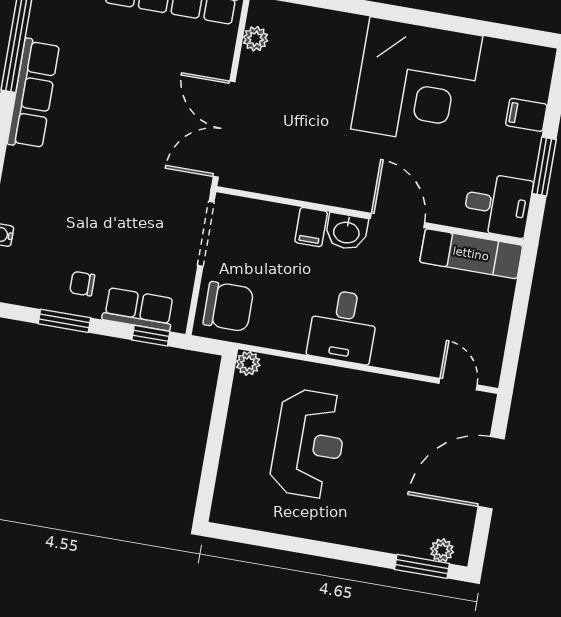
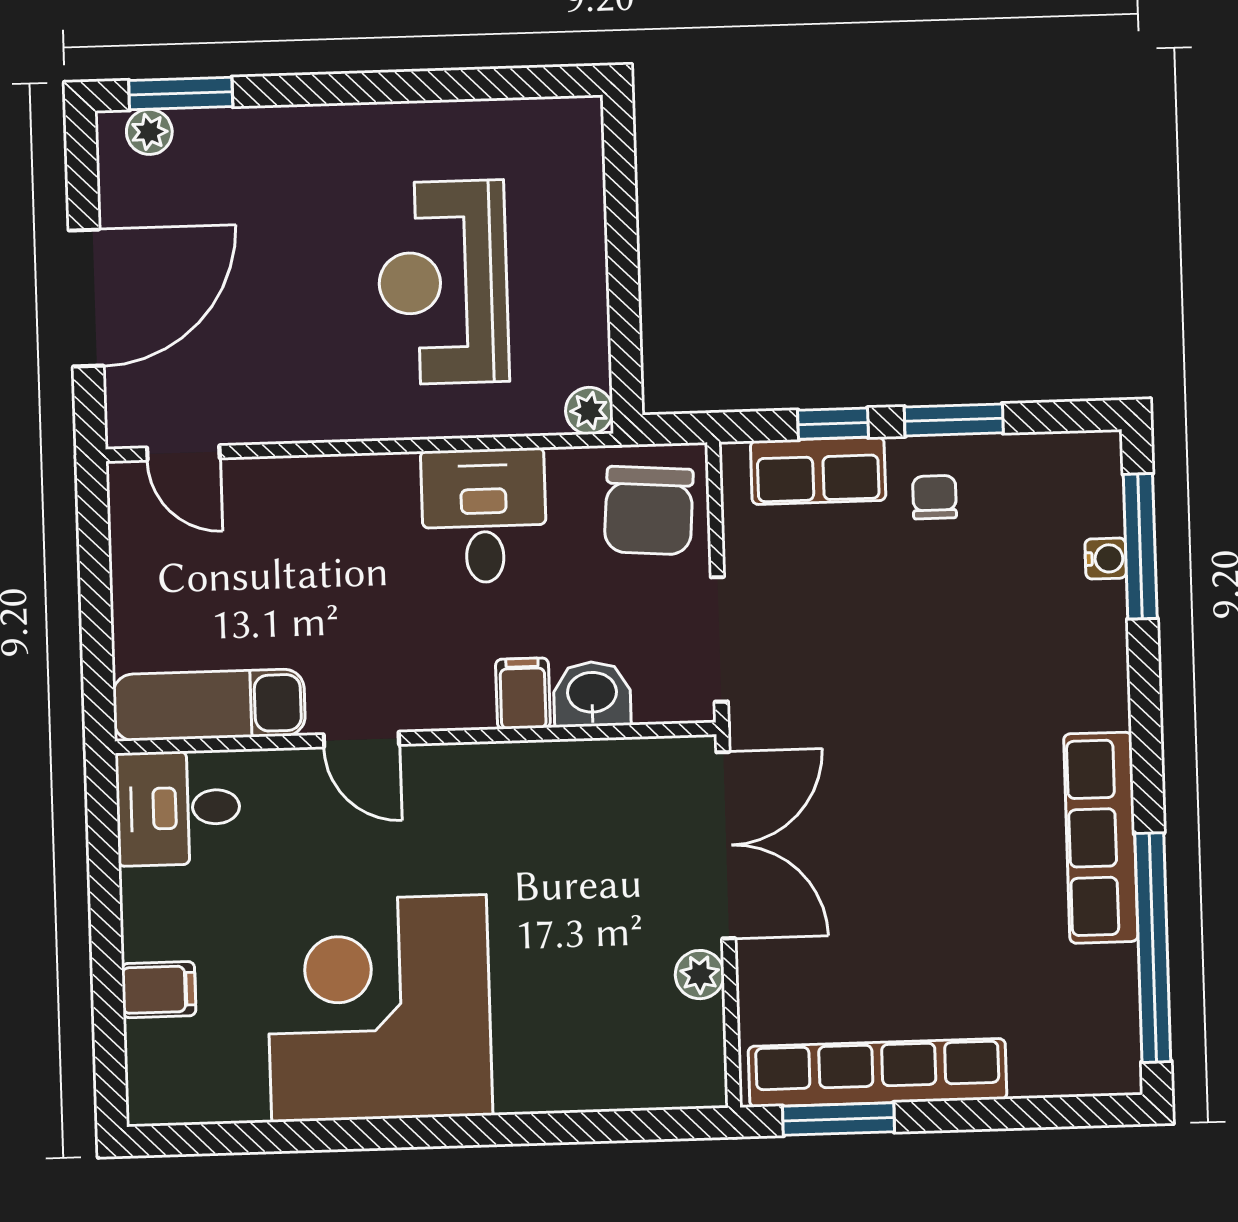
plant: (256, 39) -> (700, 975), moved
window: (544, 167) -> (105, 899), removed
door: (398, 220) -> (361, 740), width x0.73
washbasin: (347, 232) -> (592, 694), moved
chair: (82, 284) -> (934, 497), turned -90
chair: (228, 307) -> (649, 511), turned -86
desk: (343, 326) -> (484, 516), moved
window: (151, 336) -> (833, 424), moved

